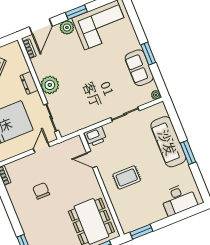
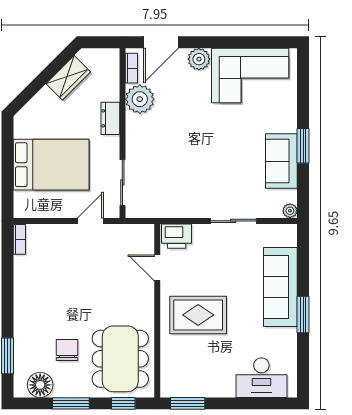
window: (76, 12) -> (222, 42), removed
plant: (50, 85) -> (140, 99), moved
rug: (127, 177) -> (198, 315), width x1.36, depth x1.43
chair: (41, 191) -> (67, 350), moved

